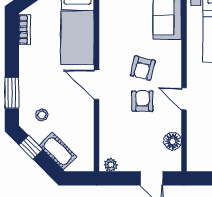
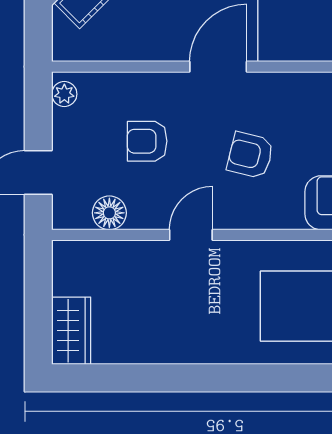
armchair: (142, 101) -> (147, 141), moved, turned 180

